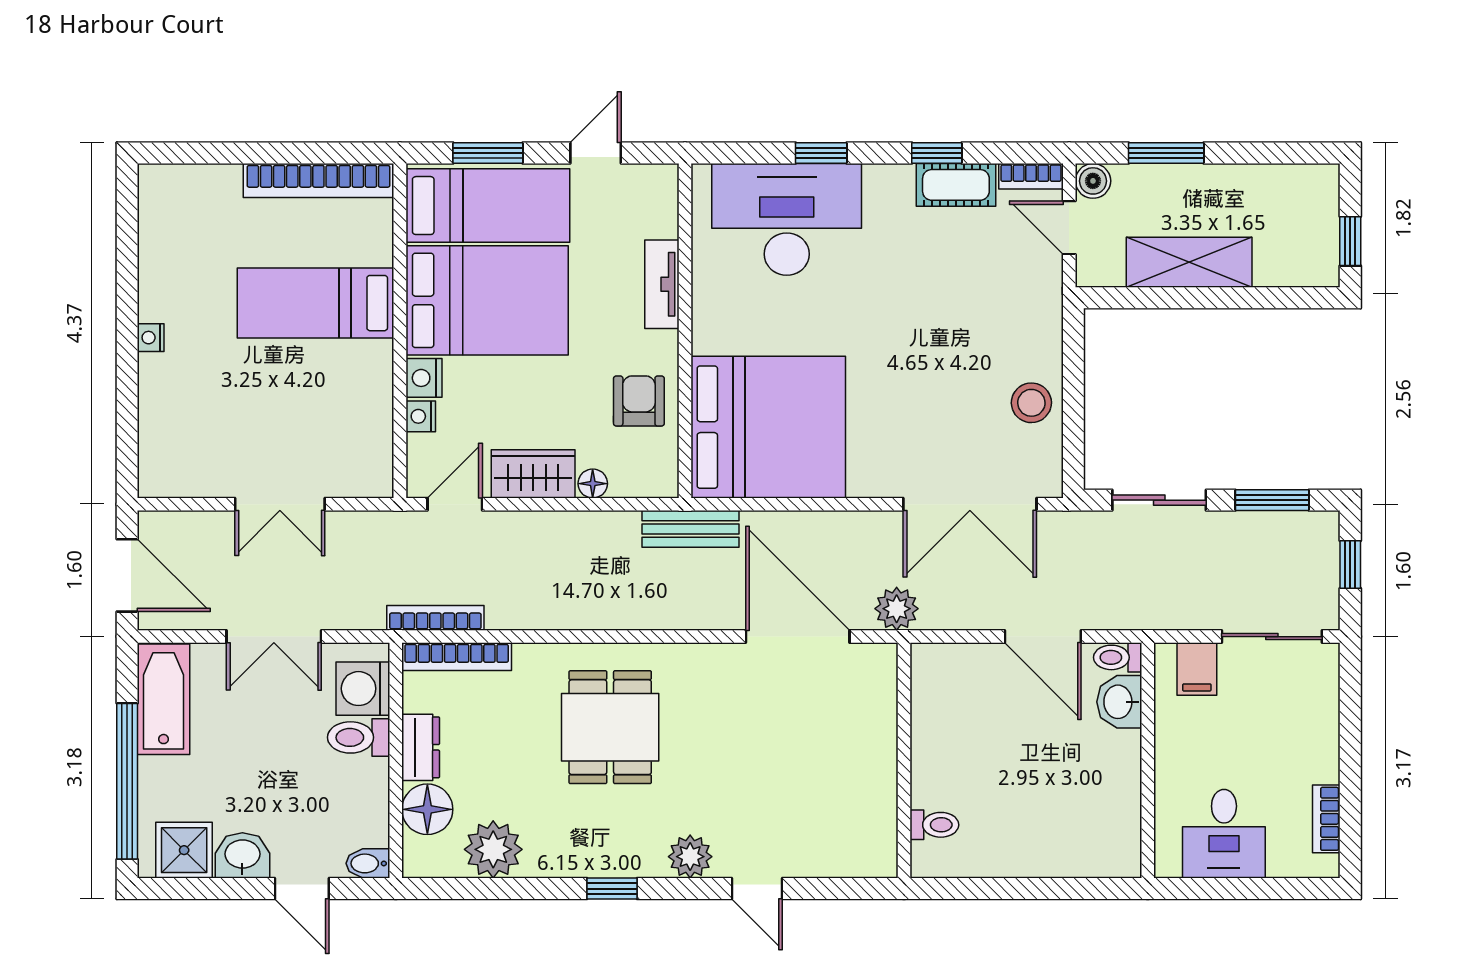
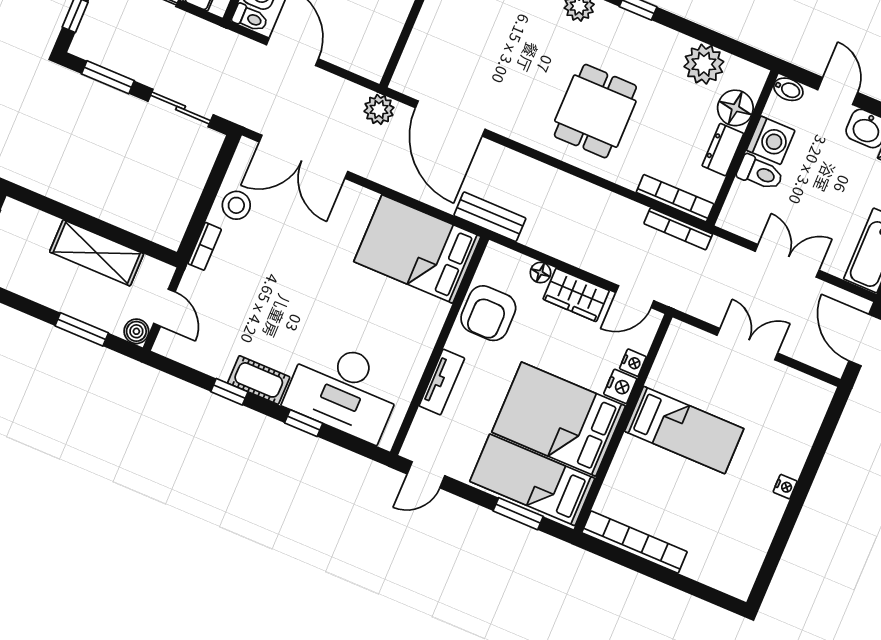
door: (596, 153) -> (426, 475), moved
bookcase: (1031, 176) -> (205, 246), moved, turned 90
cot: (956, 185) -> (259, 380), moved
bed: (316, 303) -> (684, 430), moved
armchair: (639, 401) -> (488, 313), width x1.38, depth x1.38
bed: (768, 427) -> (417, 249), width x0.73
double door: (970, 504) -> (303, 157), swing flipped
washing machine: (363, 689) -> (771, 140), moved

